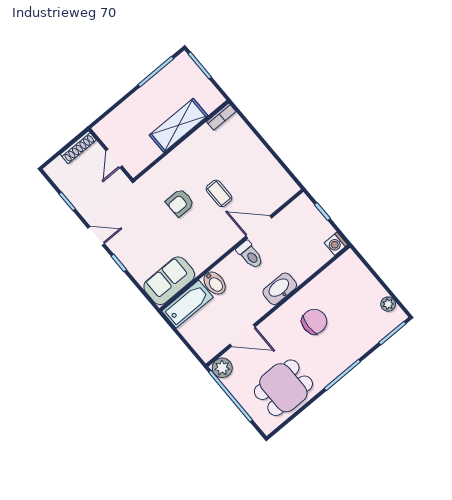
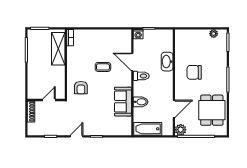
shelving: (178, 125) -> (58, 49), moved
door: (114, 158) -> (49, 100), swing flipped
armchair: (180, 203) -> (81, 88), moved
door: (259, 227) -> (132, 62), hinge flipped
washing machine: (336, 244) -> (138, 34), moved
sofa: (169, 281) -> (123, 102), moved
washbasin: (280, 289) -> (167, 62), moved
bathtub: (187, 304) -> (148, 129), moved, turned -90
chair: (314, 322) -> (194, 72), turned -92

